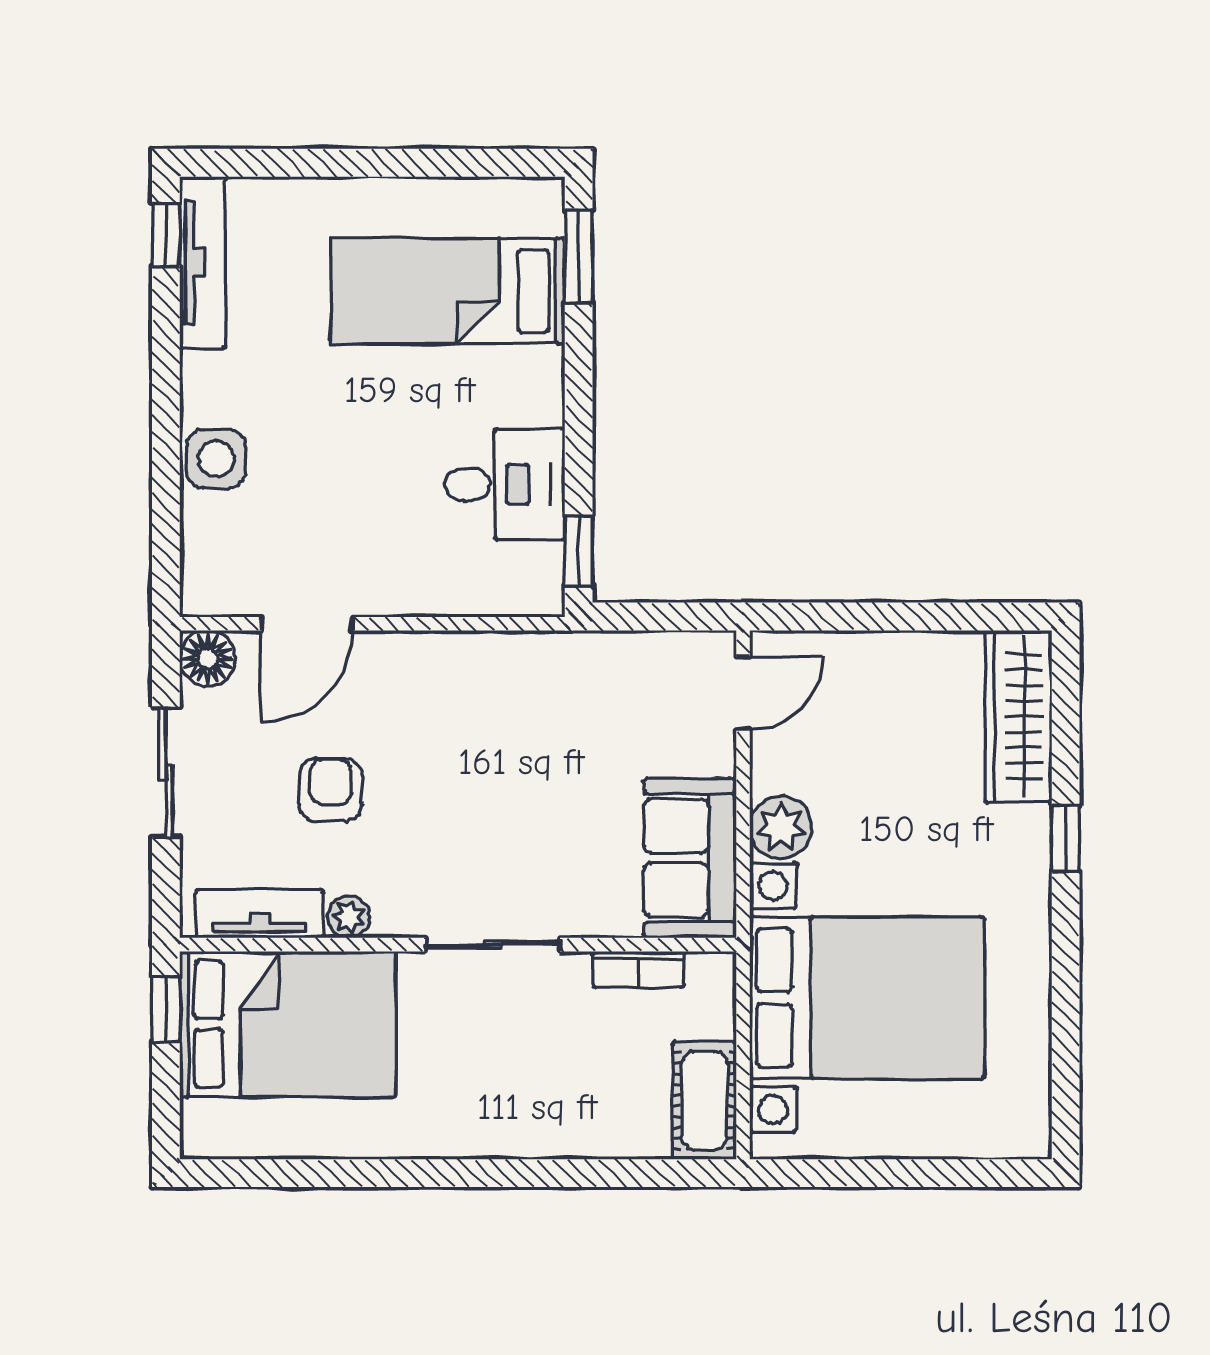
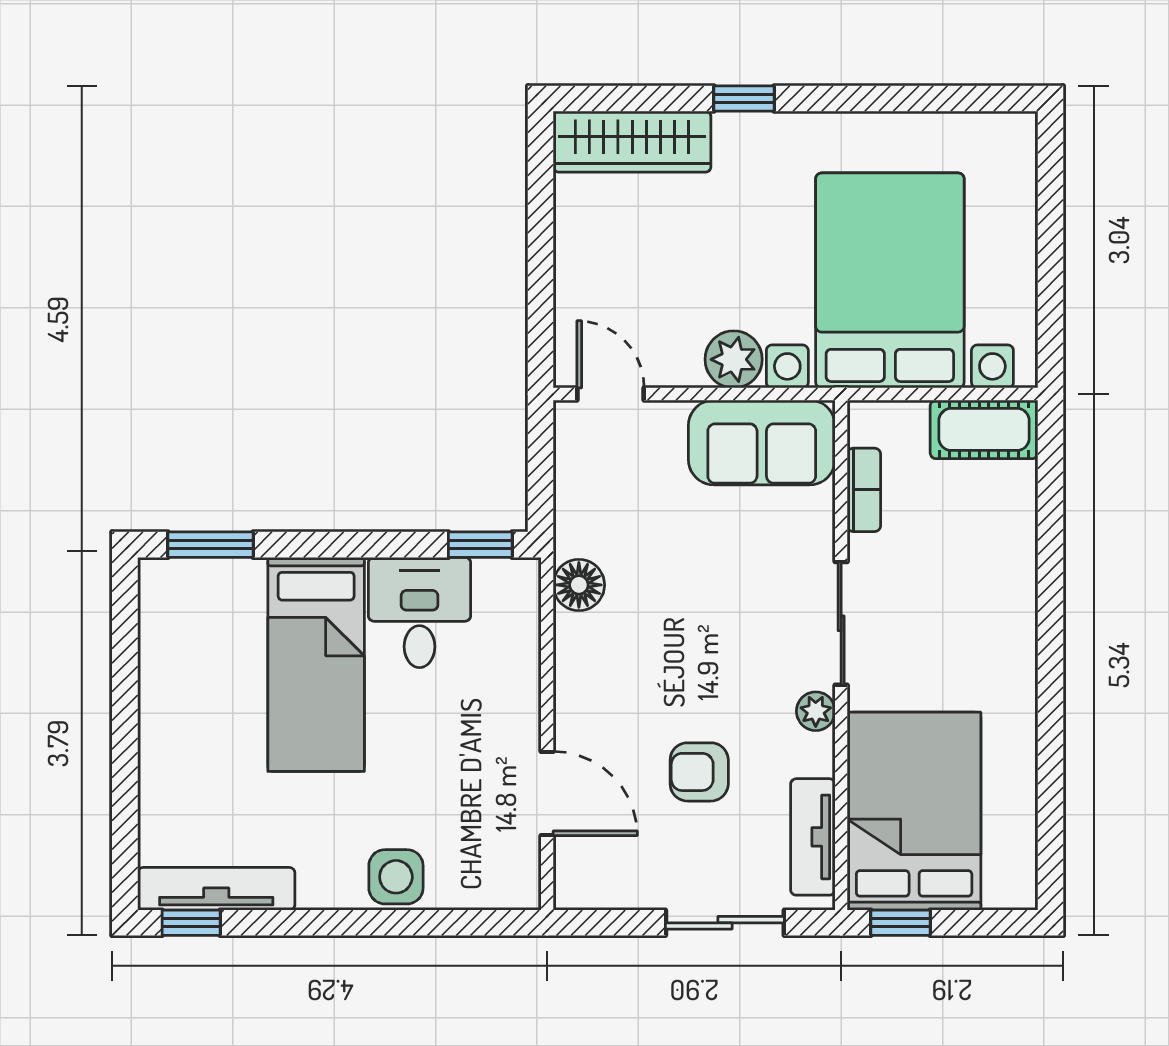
bed: (448, 291) -> (316, 664), moved
floor lamp: (208, 658) -> (579, 585), moved
sliding door: (166, 772) -> (725, 923), moved
plant: (349, 917) -> (816, 711), moved

